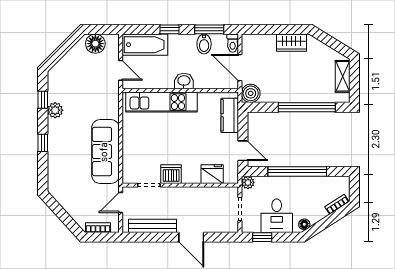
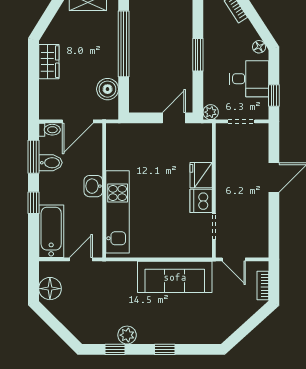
boiler: (251, 93) -> (108, 89), moved
kitchen counter: (230, 115) -> (133, 133), removed
window: (297, 171) -> (198, 55), width x0.47
fridge: (212, 174) -> (201, 175), moved
bench: (153, 226) -> (261, 222), removed

